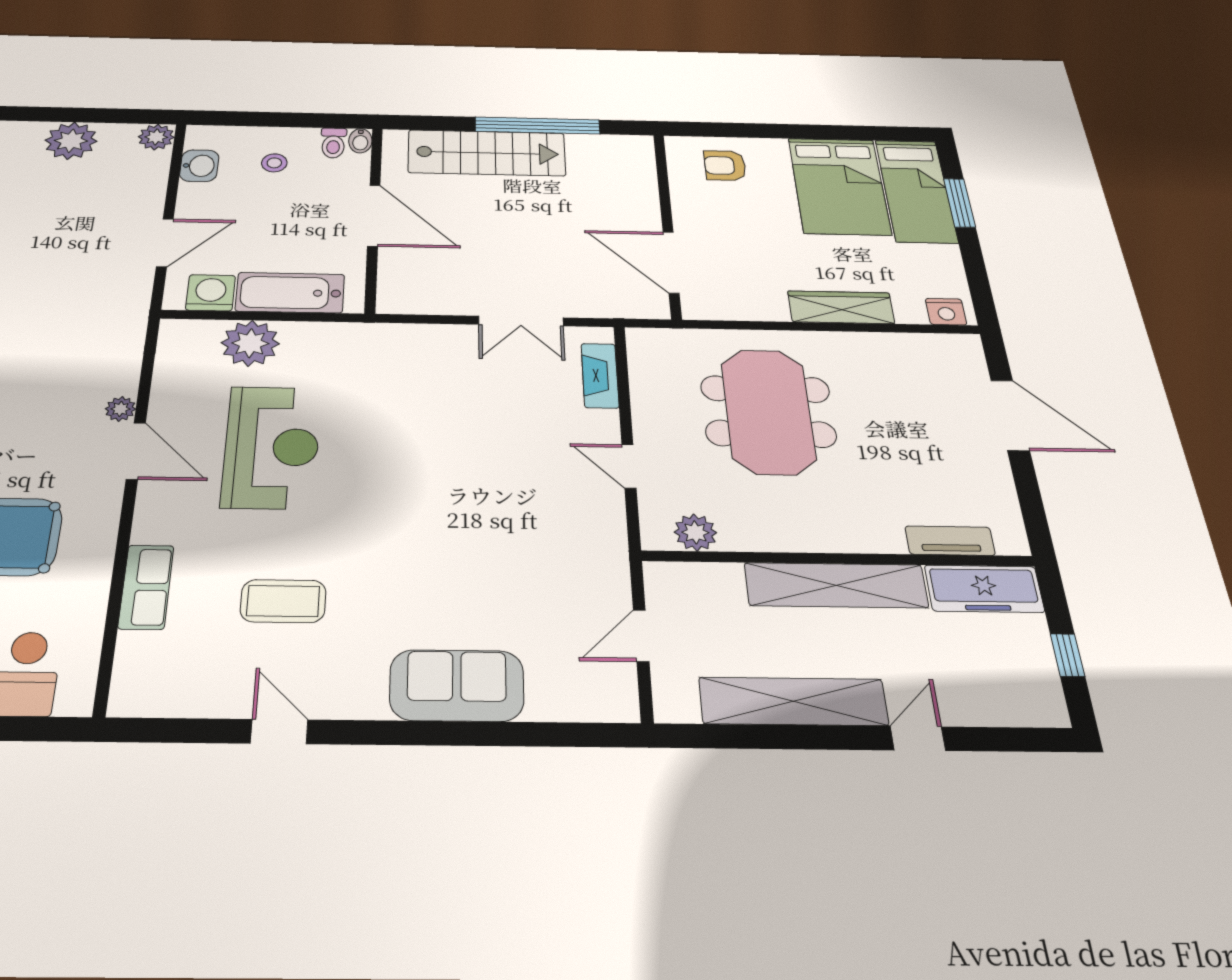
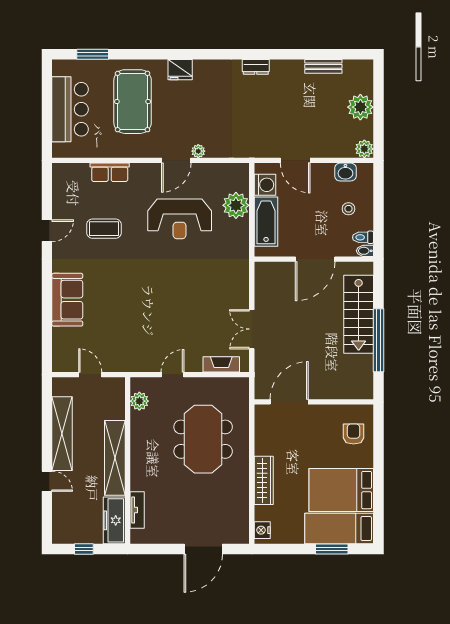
meeting table: (768, 411) -> (203, 439), turned 90
coffee table: (283, 601) -> (104, 229), turned 90

